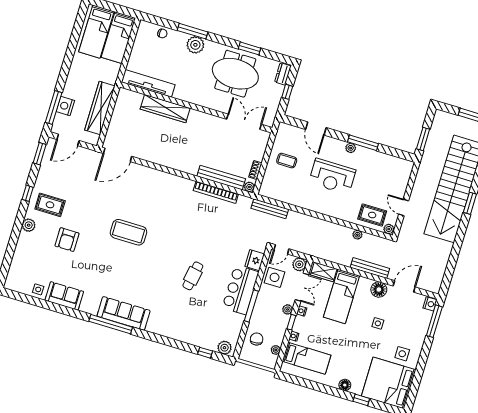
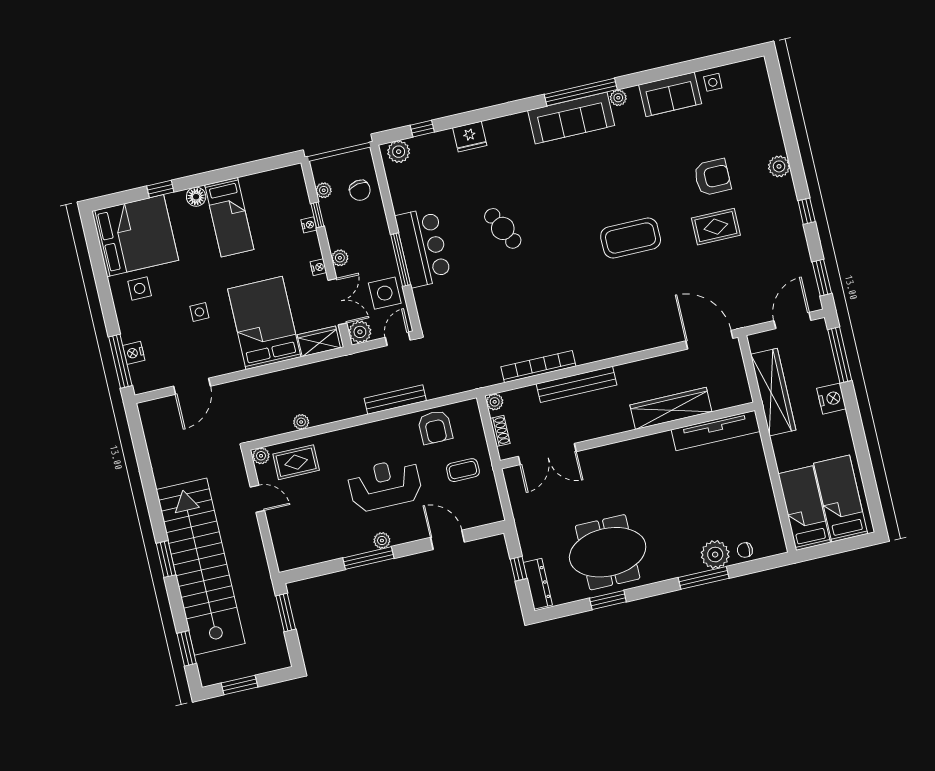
plant: (195, 45) -> (715, 555), moved
dresser: (283, 74) -> (538, 584), width x1.44
tv unit: (148, 83) -> (716, 431), moved
nightstand: (65, 106) -> (831, 399), moved
wall: (196, 107) -> (628, 436), moved
wardrobe: (165, 109) -> (671, 408), moved
double door: (244, 122) -> (547, 454), moved
door: (118, 155) -> (709, 340), hinge flipped
bench: (221, 178) -> (577, 384), moved
armchair: (288, 192) -> (435, 427), added
rug: (50, 205) -> (716, 227), moved
bench: (270, 209) -> (395, 399), moved
armchair: (67, 240) -> (712, 177), turned 90
fridge: (255, 260) -> (470, 137), moved, turned 90
bench: (370, 268) -> (256, 385), removed
cafe table: (193, 276) -> (503, 228), turned -37
double door: (302, 287) -> (337, 302), swing flipped
floor lamp: (379, 289) -> (226, 361), removed
bed: (342, 296) -> (264, 323), width x1.50
nightstand: (430, 304) -> (134, 353), moved
window: (251, 306) -> (401, 260), moved
plant: (93, 310) -> (618, 98), added
window: (291, 322) -> (317, 215), moved
bed: (307, 358) -> (229, 217), moved, turned -90

